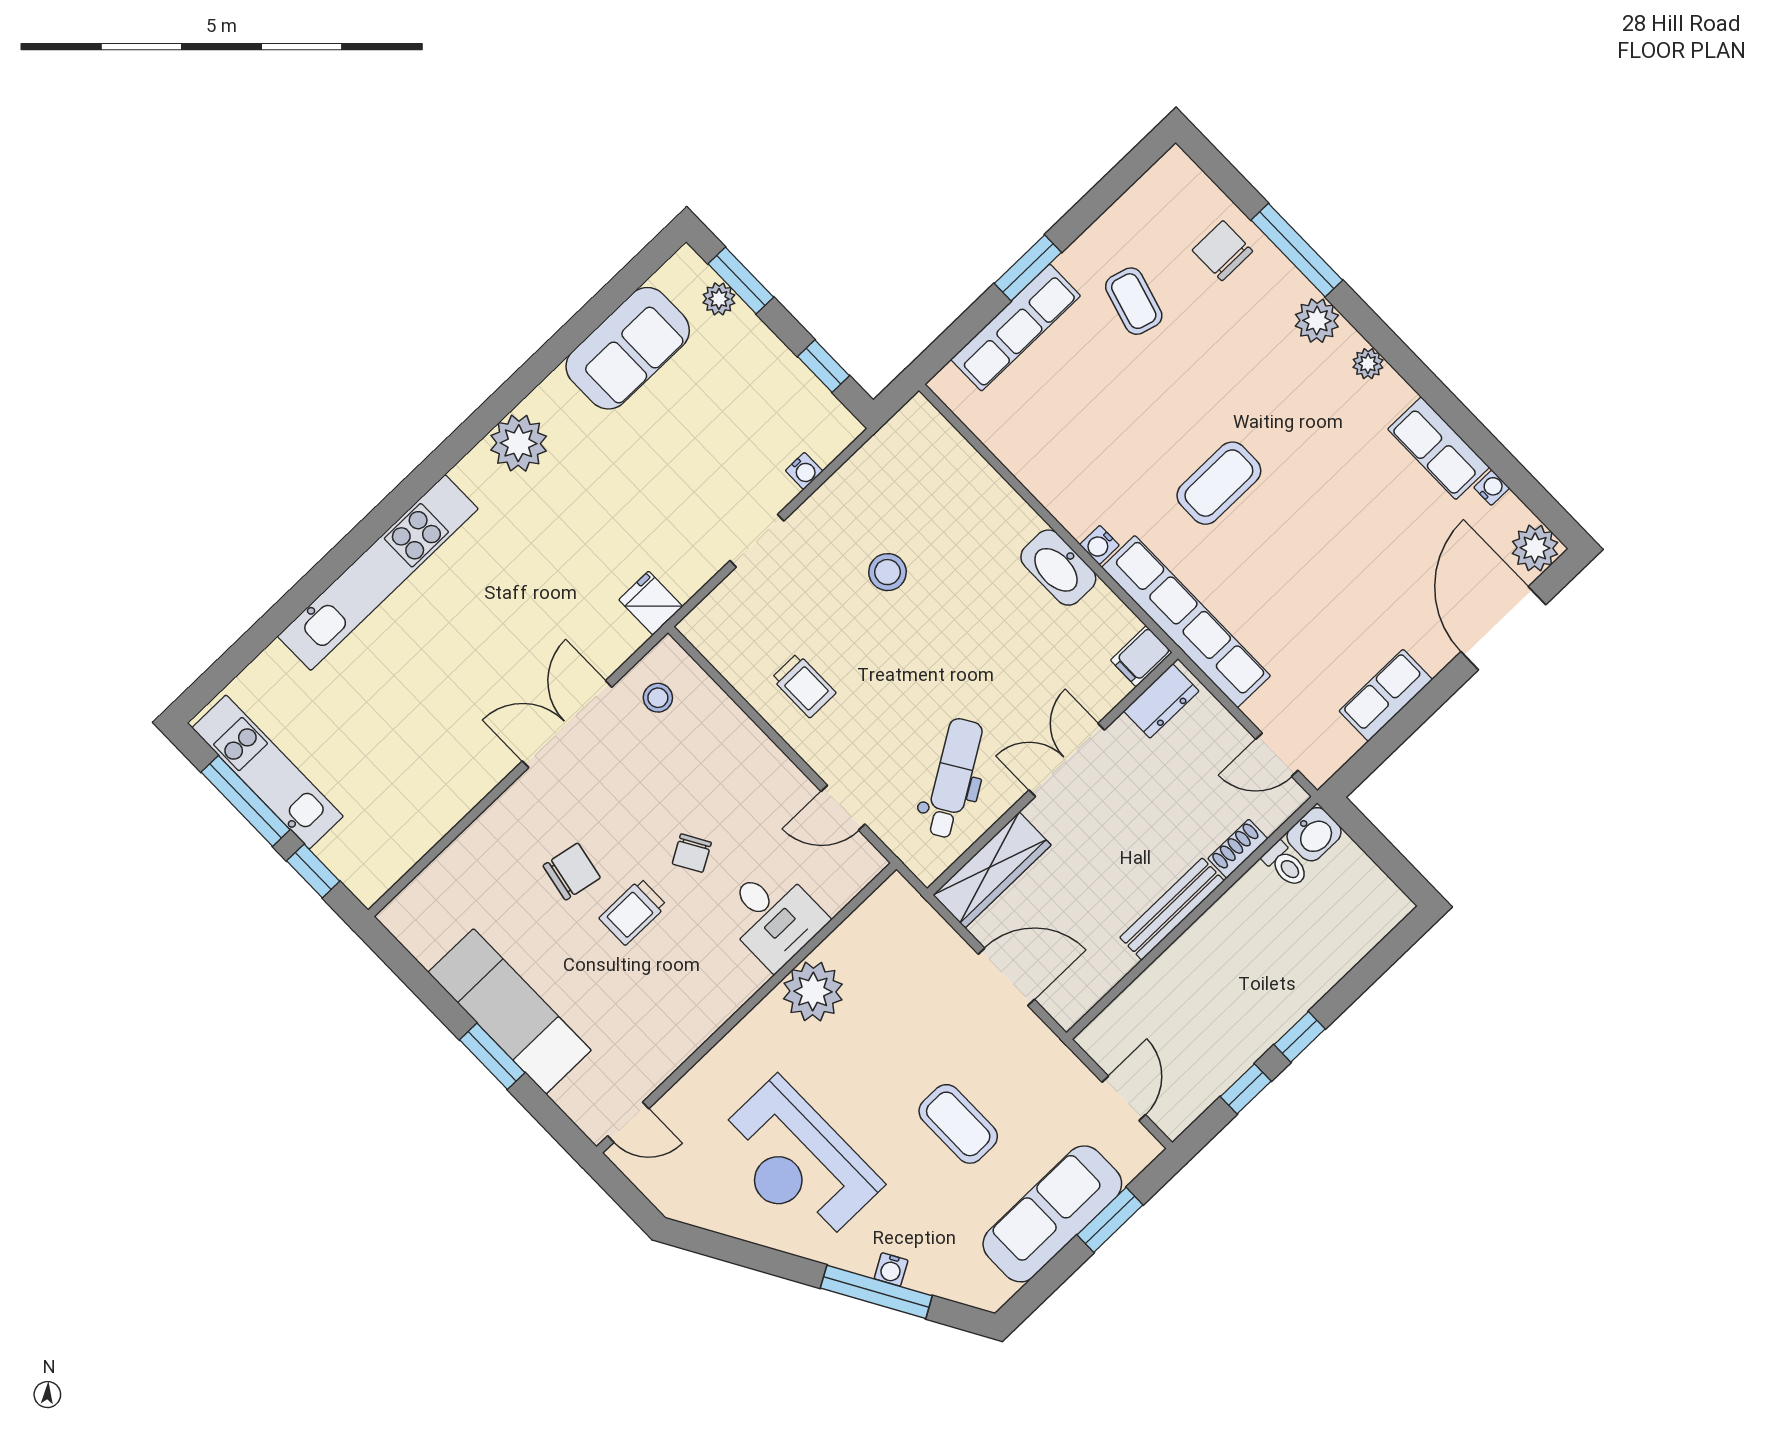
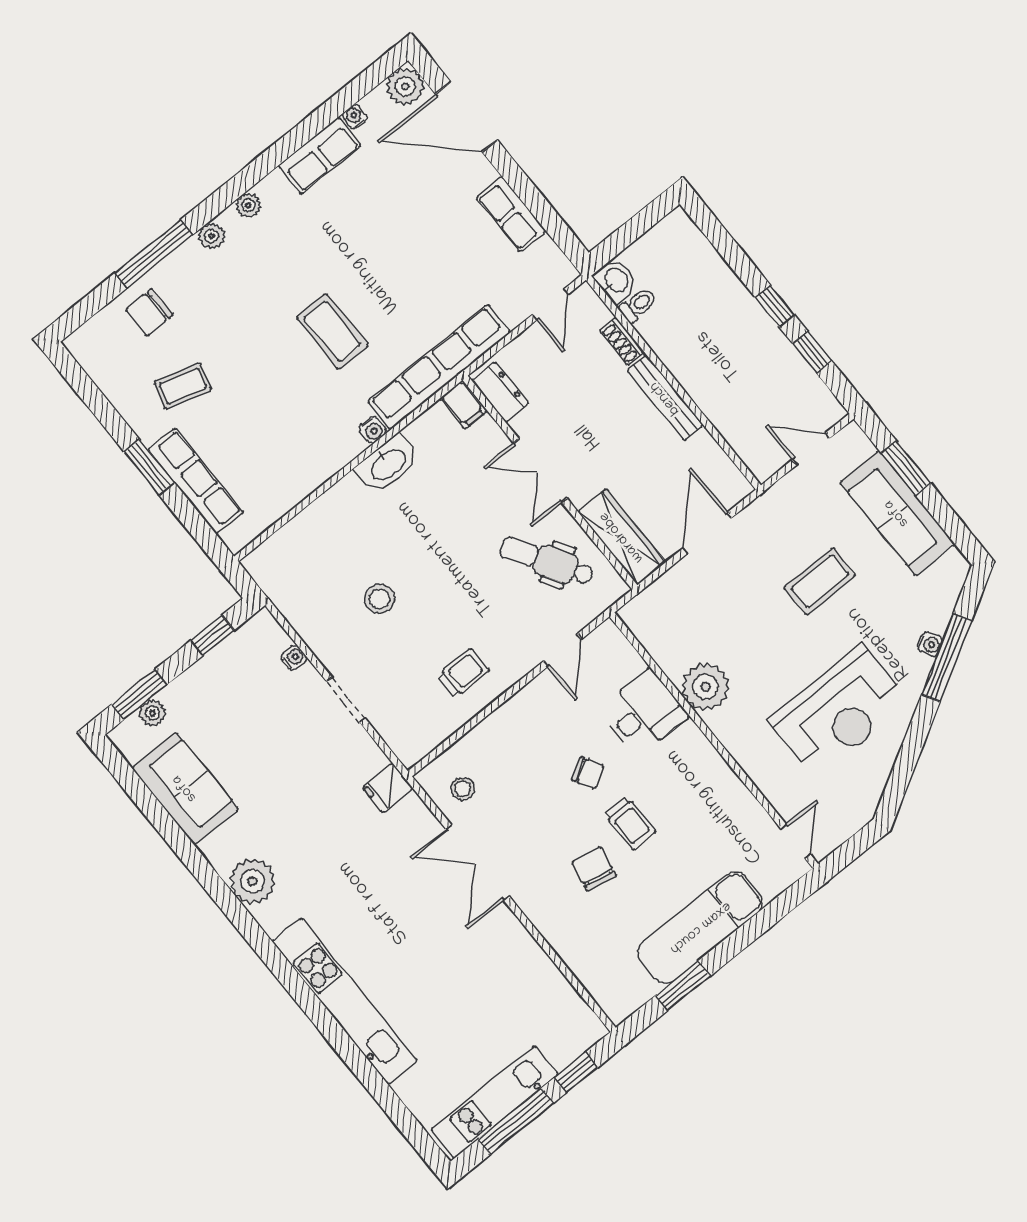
plant: (1317, 321) -> (211, 236), width x0.73, depth x0.73
window: (492, 1056) -> (683, 986), moved

